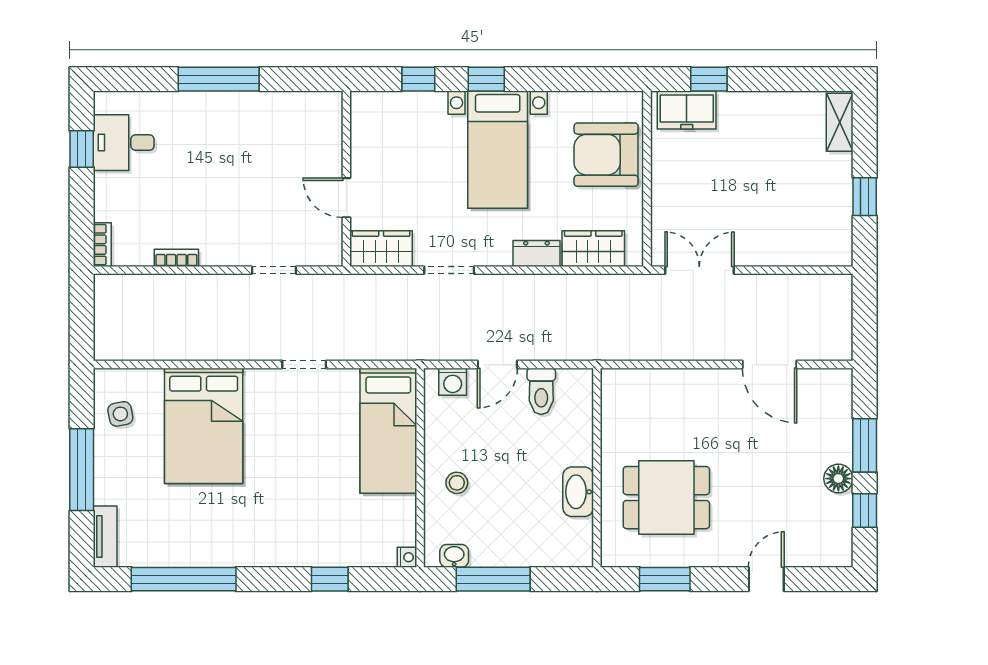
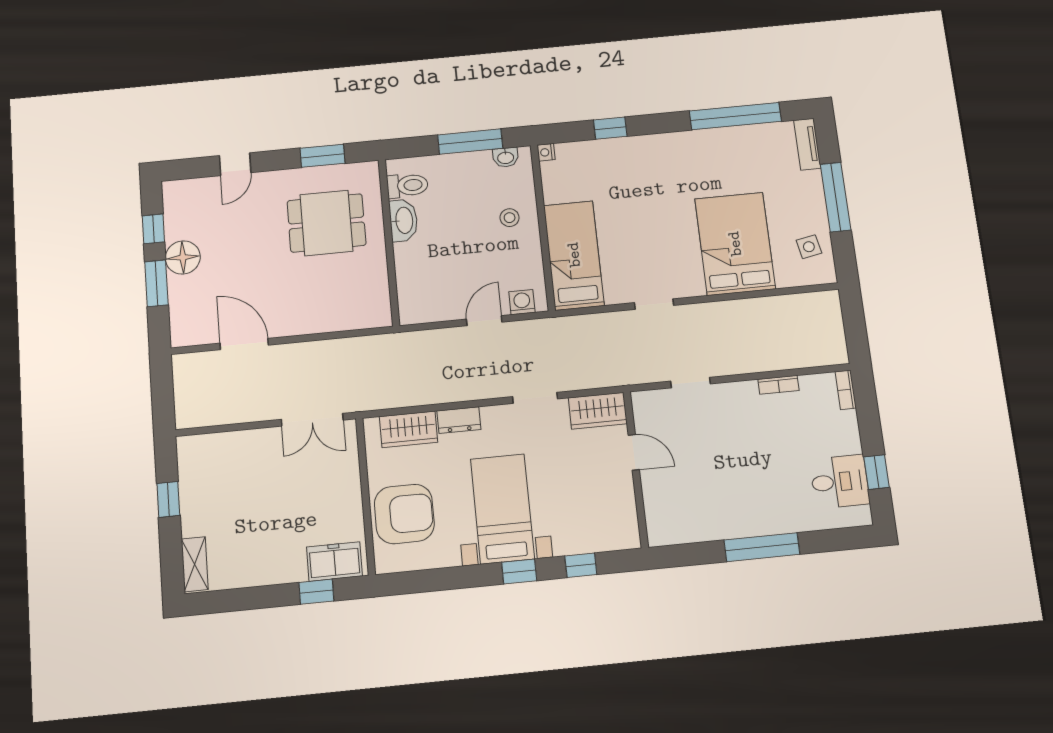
toilet: (541, 391) -> (407, 185), moved, turned 90
floor lamp: (838, 479) -> (183, 257), width x1.38, depth x1.38

